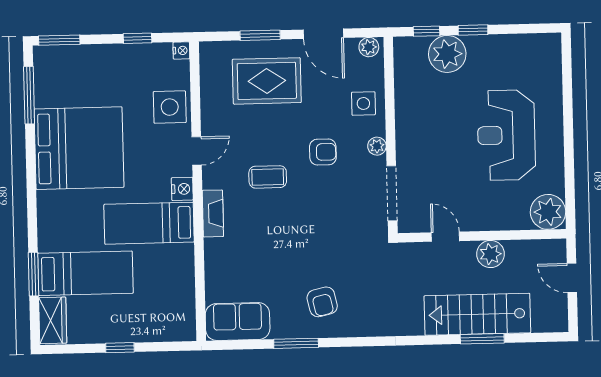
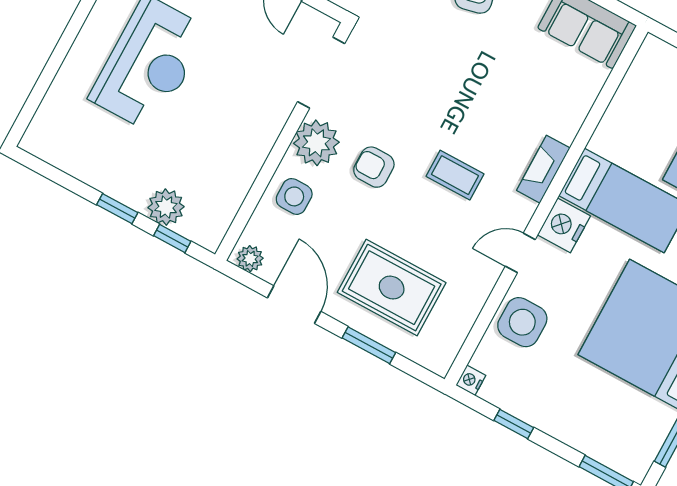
plant: (447, 54) -> (166, 207), width x0.73, depth x0.73
plant: (377, 146) -> (316, 143), width x1.88, depth x1.88
nightstand: (182, 189) -> (564, 225), width x1.36, depth x1.33

